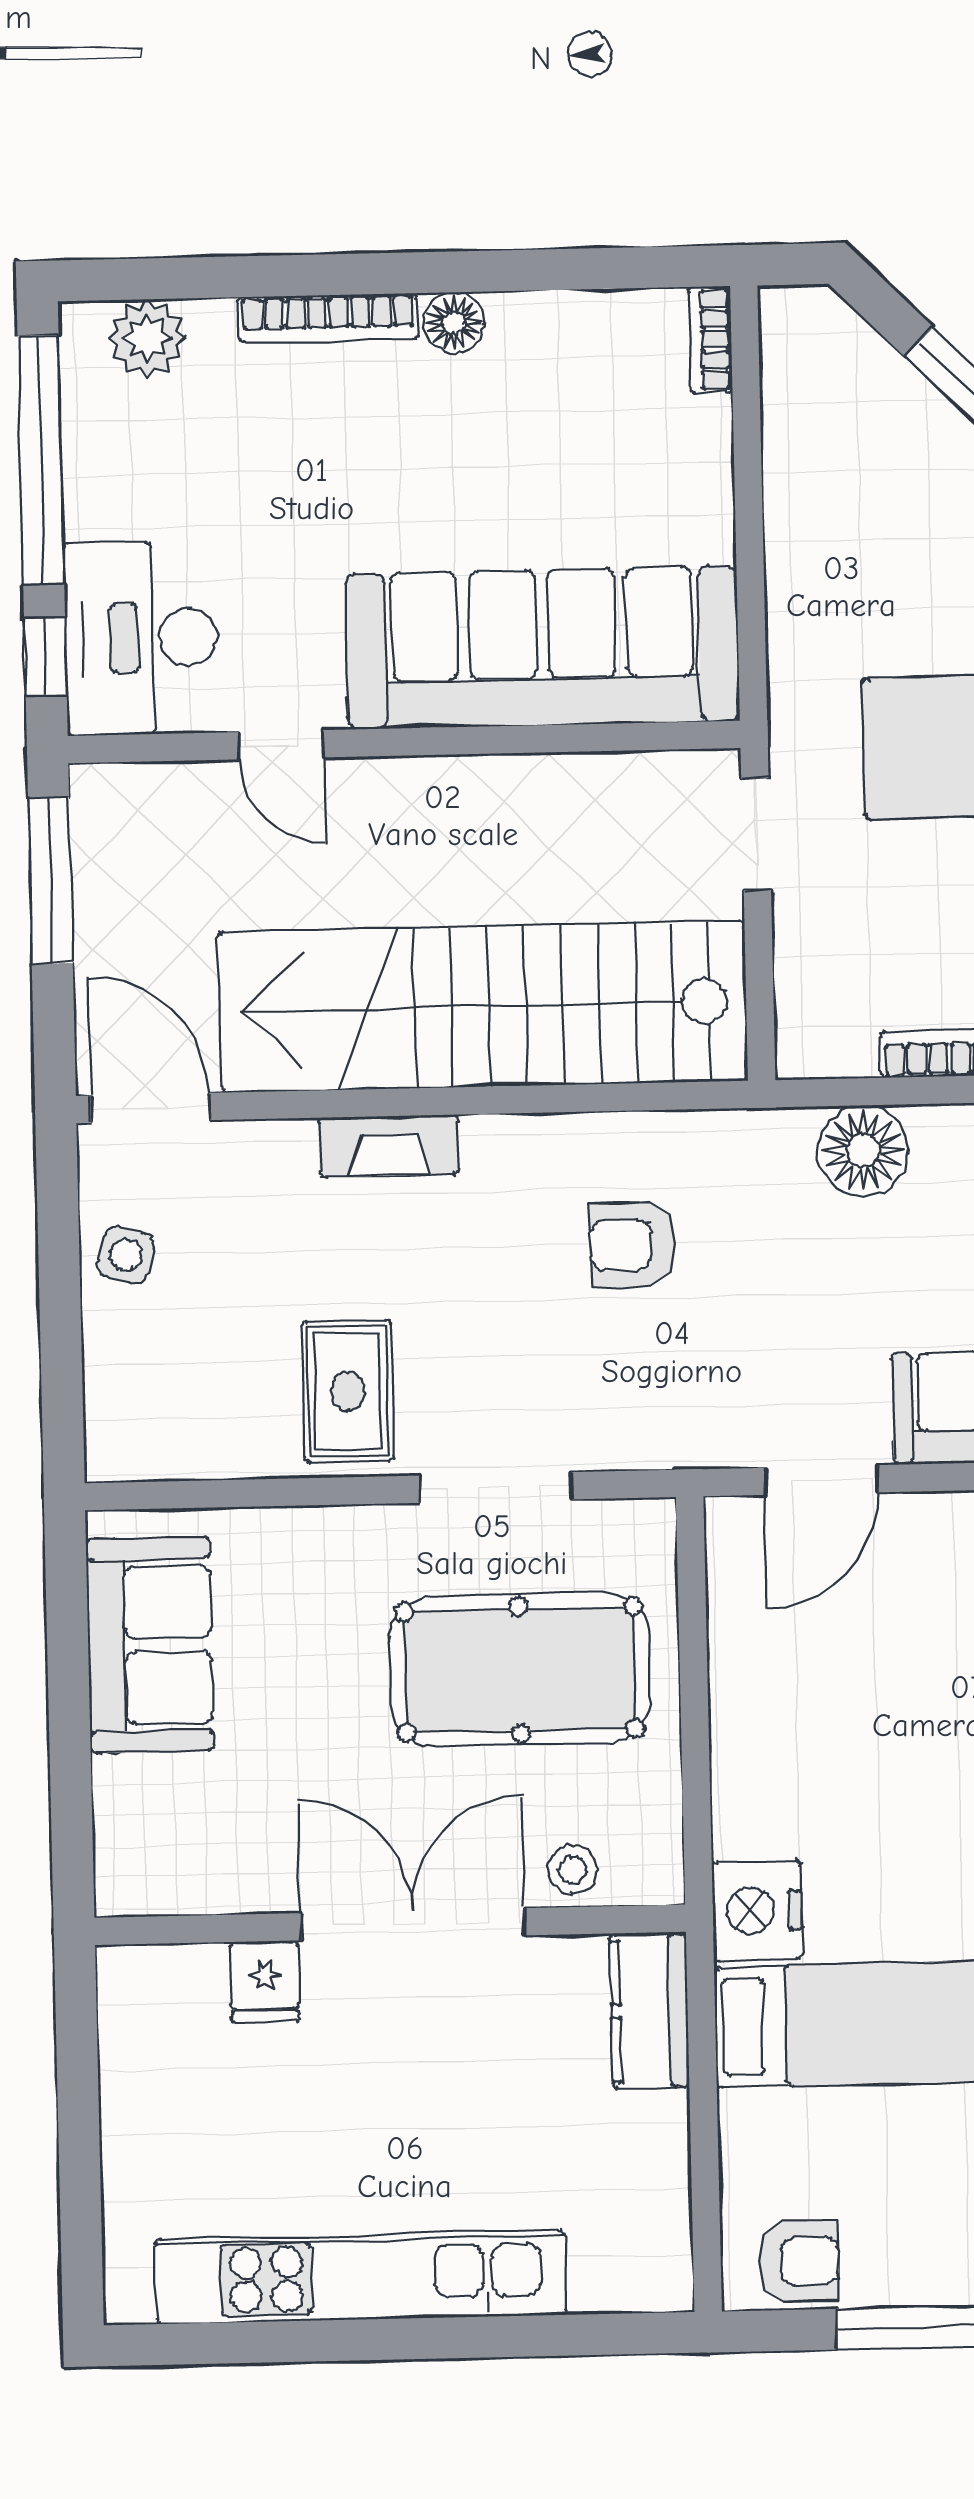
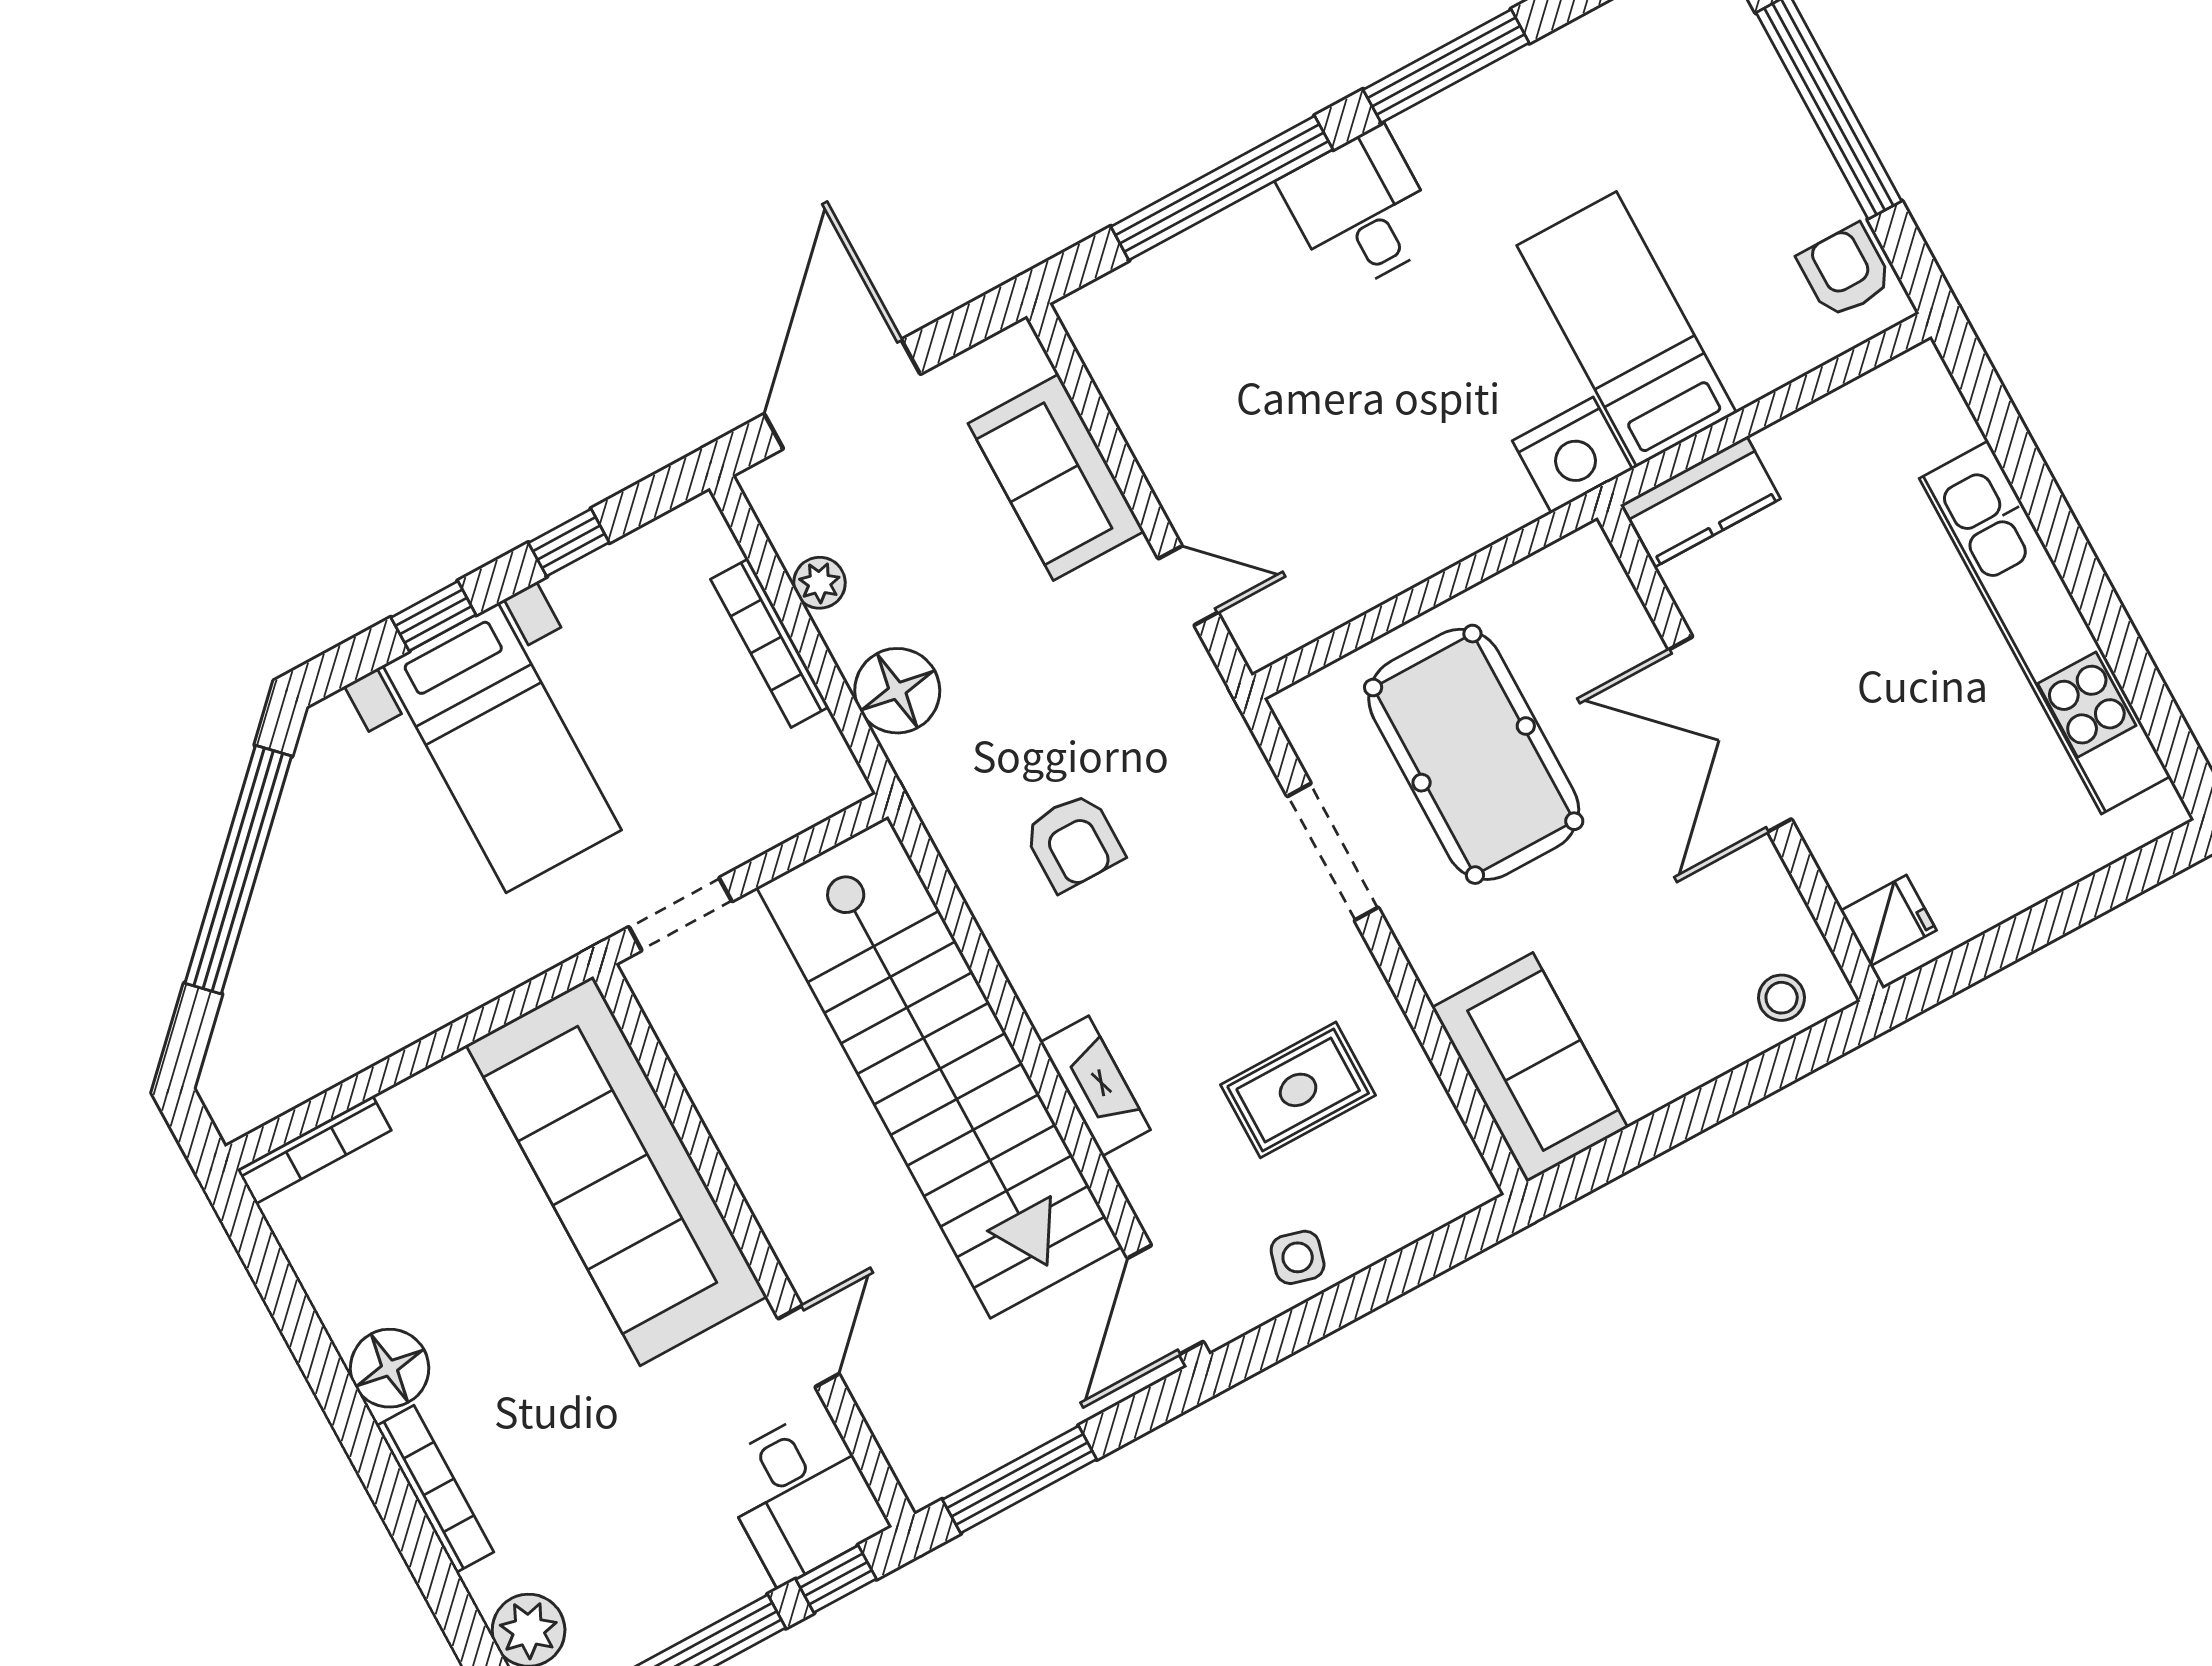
floor lamp: (454, 323) -> (390, 1368), width x1.38, depth x1.38
bookcase: (710, 339) -> (314, 1150), width x1.56
desk: (141, 638) -> (801, 1496), width x0.73
rug: (348, 1391) -> (1298, 1090), moved
door: (821, 1480) -> (1188, 585), width x0.73
sofa: (150, 1645) -> (1530, 1067), moved, turned 90
stool: (573, 1870) -> (1782, 998), moved
fridge: (265, 1982) -> (1888, 920), moved

